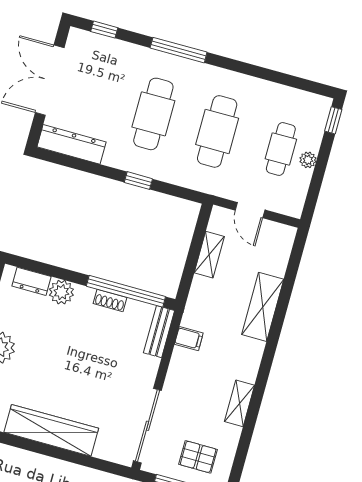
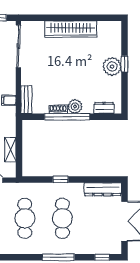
window: (126, 291) -> (67, 117), moved
plant: (61, 292) -> (75, 107), moved

